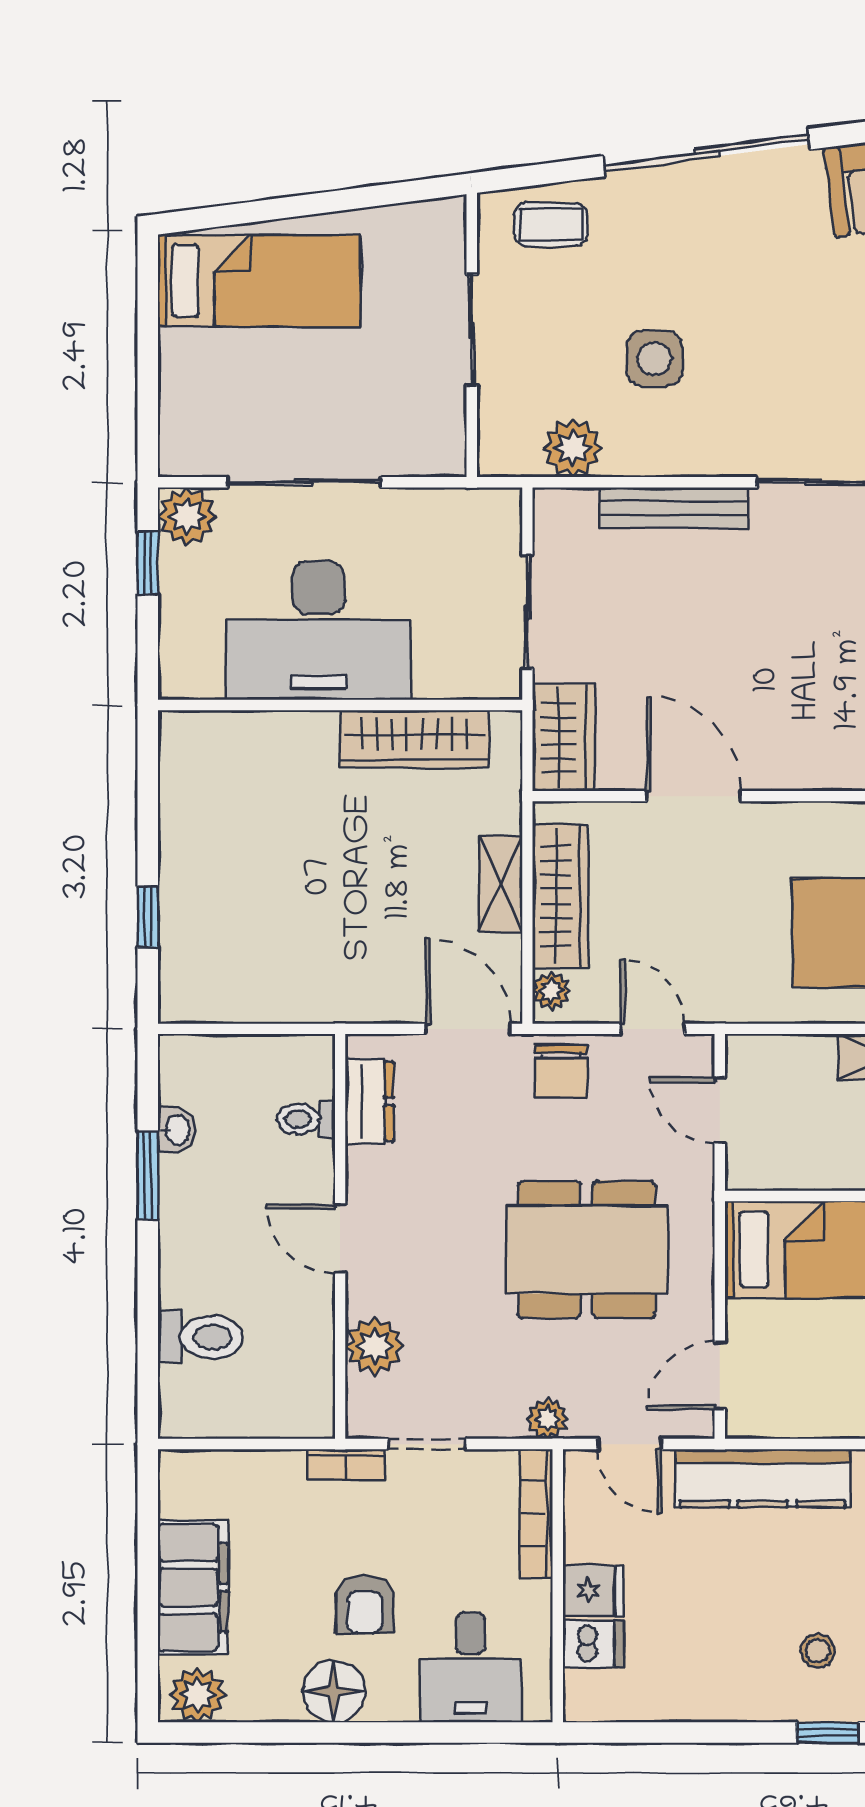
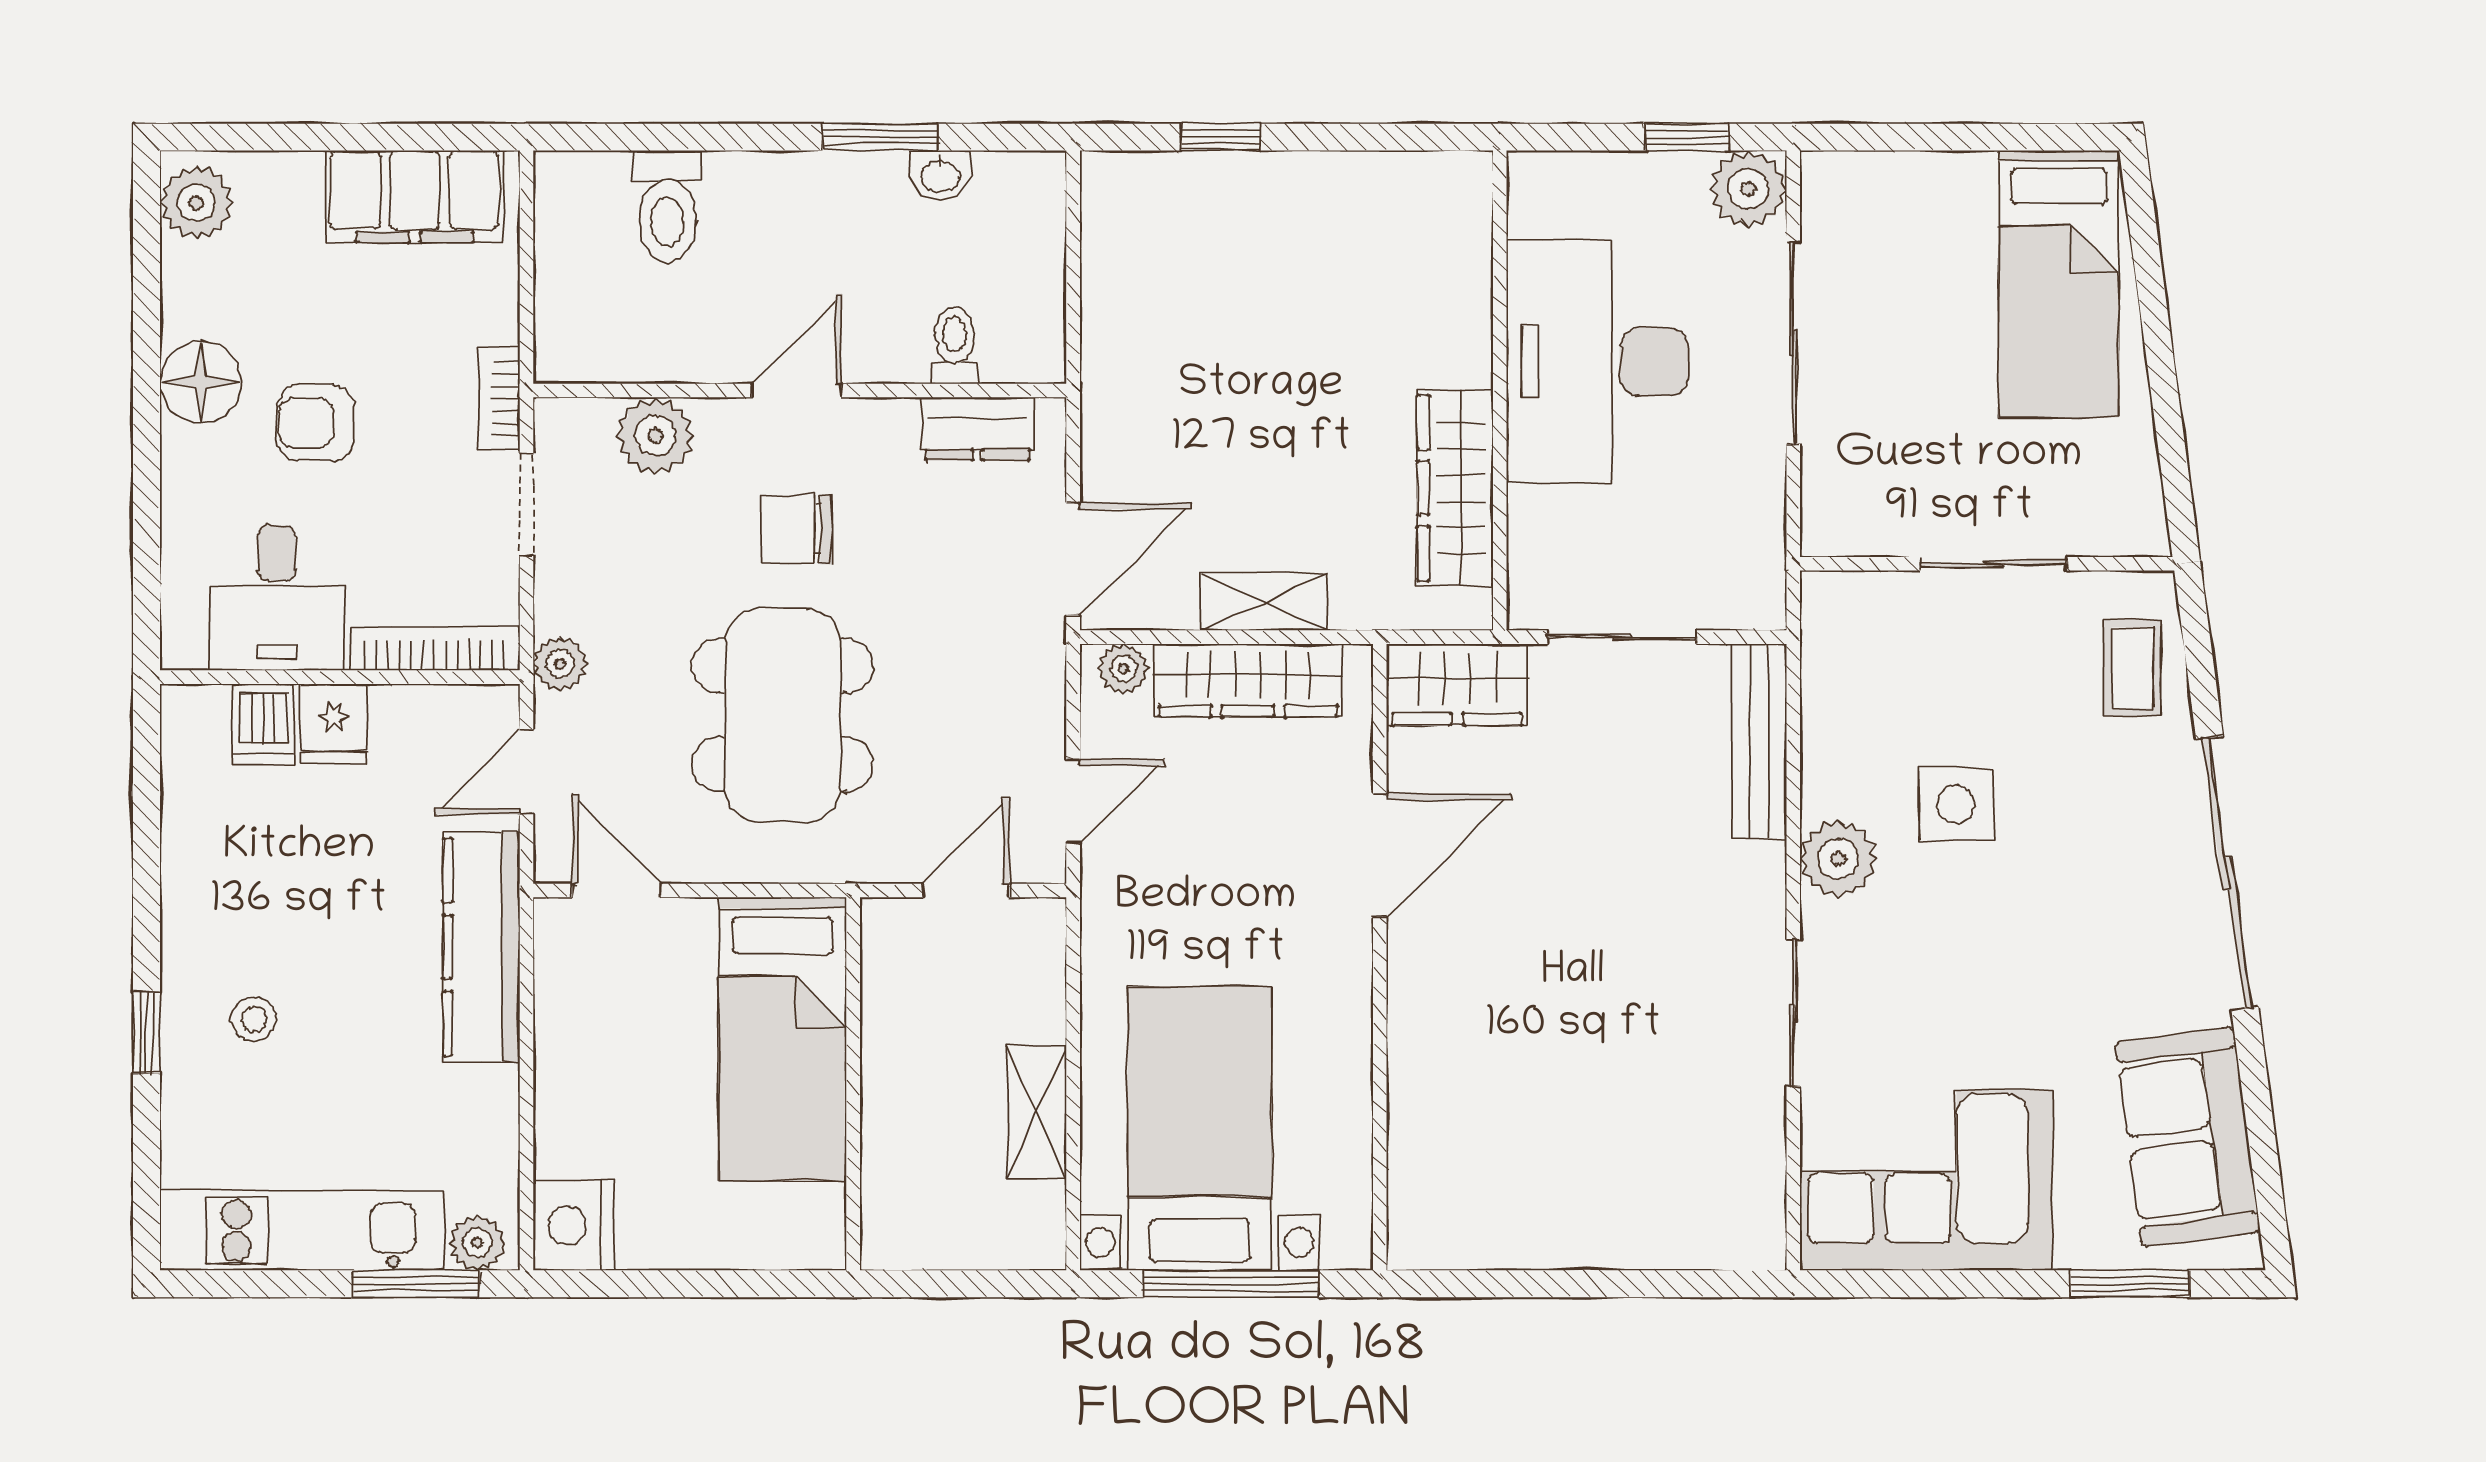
plant: (573, 448) -> (1838, 859), moved
bench: (674, 508) -> (1759, 741), moved
chair: (561, 1071) -> (797, 530), moved
filing cabinet: (193, 1587) -> (415, 196), moved
desk: (471, 1667) -> (277, 598), moved, turned -90

